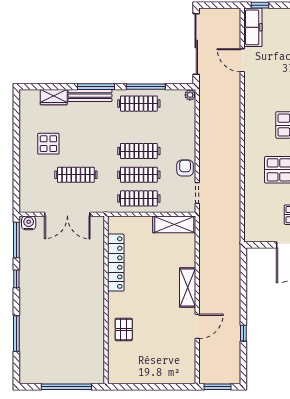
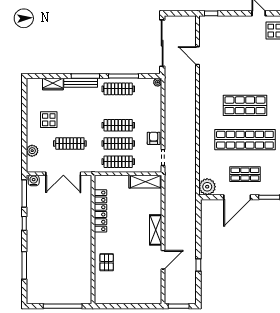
freezer: (253, 27) -> (206, 30), removed
plant: (27, 184) -> (32, 151), added
plant: (255, 231) -> (207, 187), added

